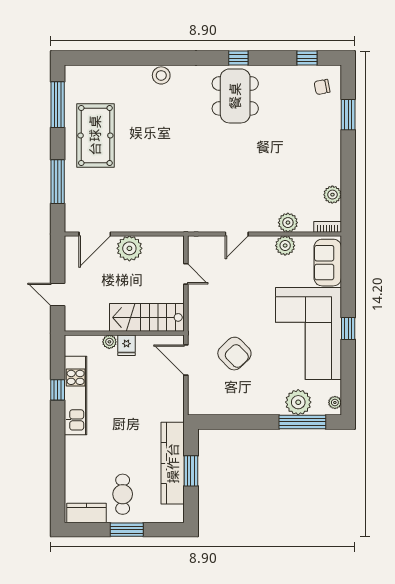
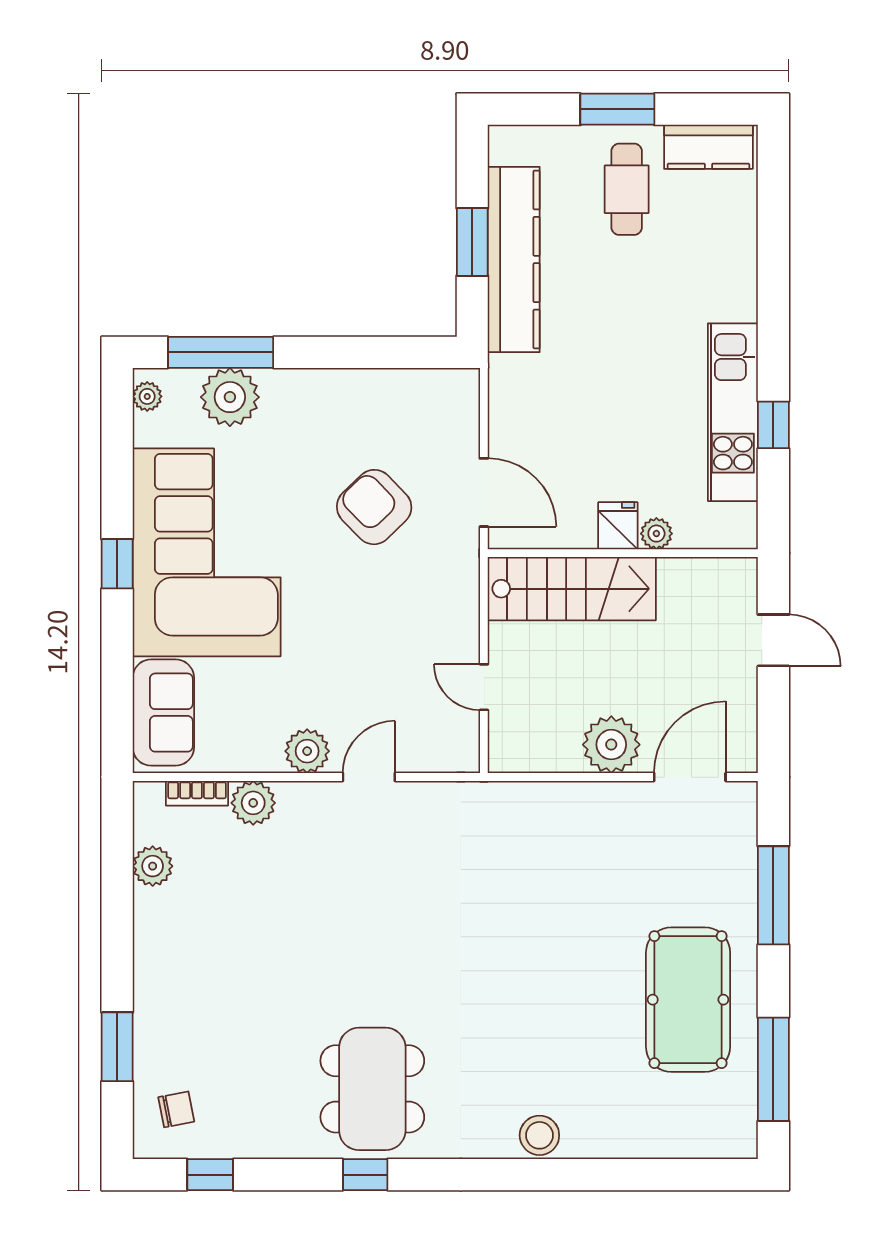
bookcase: (328, 227) -> (197, 793), moved
plant: (285, 246) -> (307, 751), moved

